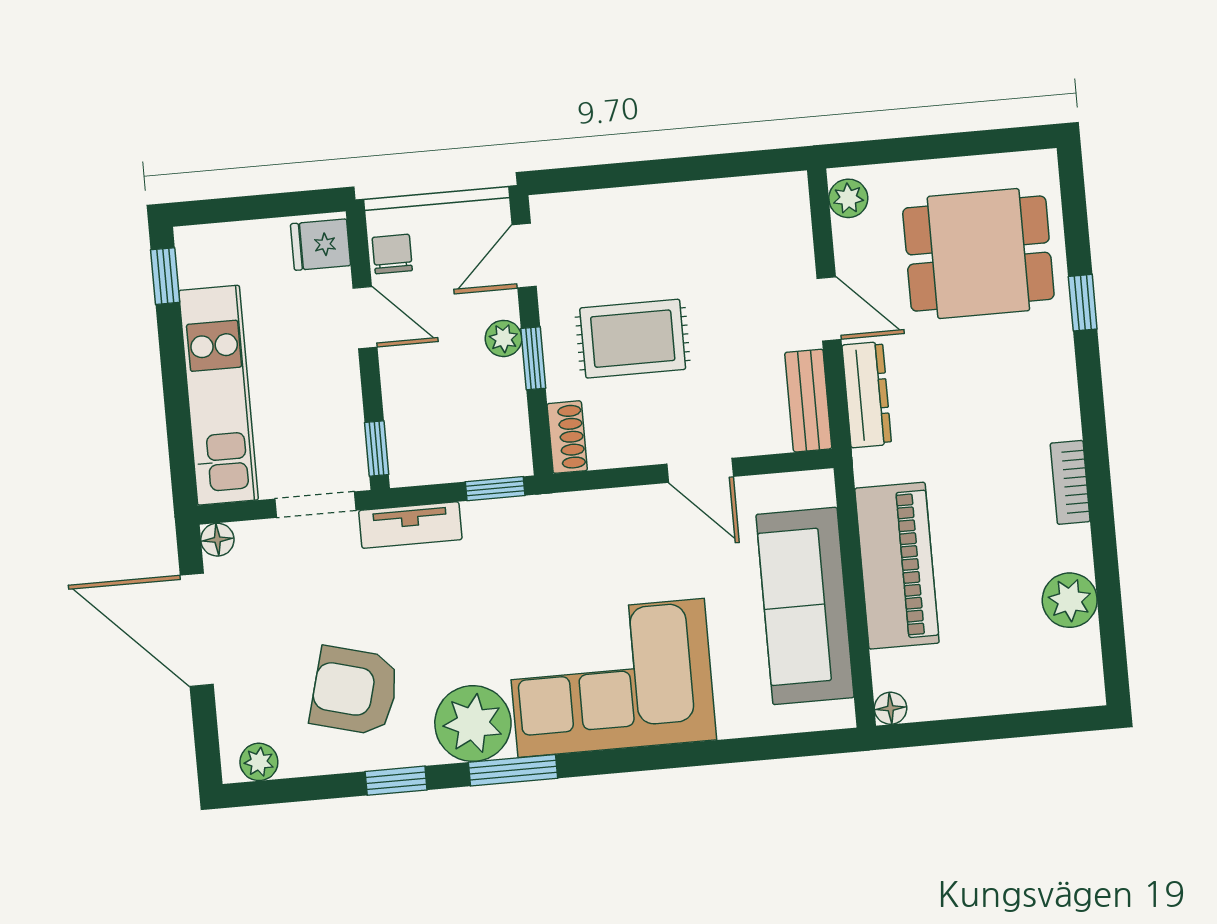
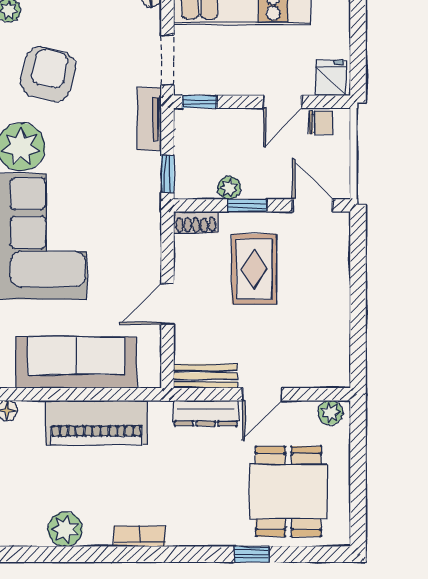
plant: (504, 338) -> (229, 188), moved

